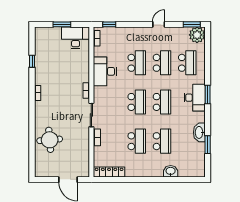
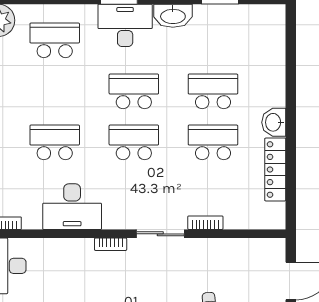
school desk: (162, 63) -> (55, 91), removed
washbasin: (199, 132) -> (173, 16), moved
washbasin: (171, 171) -> (274, 122), moved
locker: (109, 172) -> (275, 170), moved

